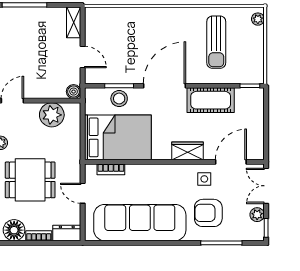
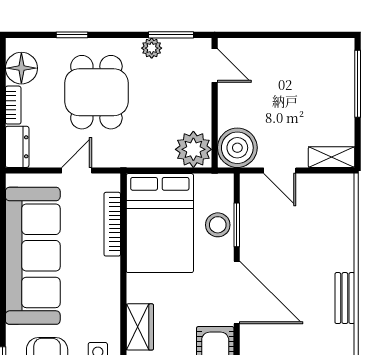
bench: (168, 13) -> (345, 298), added
door: (83, 57) -> (280, 170), hinge flipped
boiler: (74, 92) -> (237, 148), width x1.86, depth x1.86
plant: (52, 115) -> (193, 149), moved
bookcase: (111, 169) -> (112, 224), width x1.56

